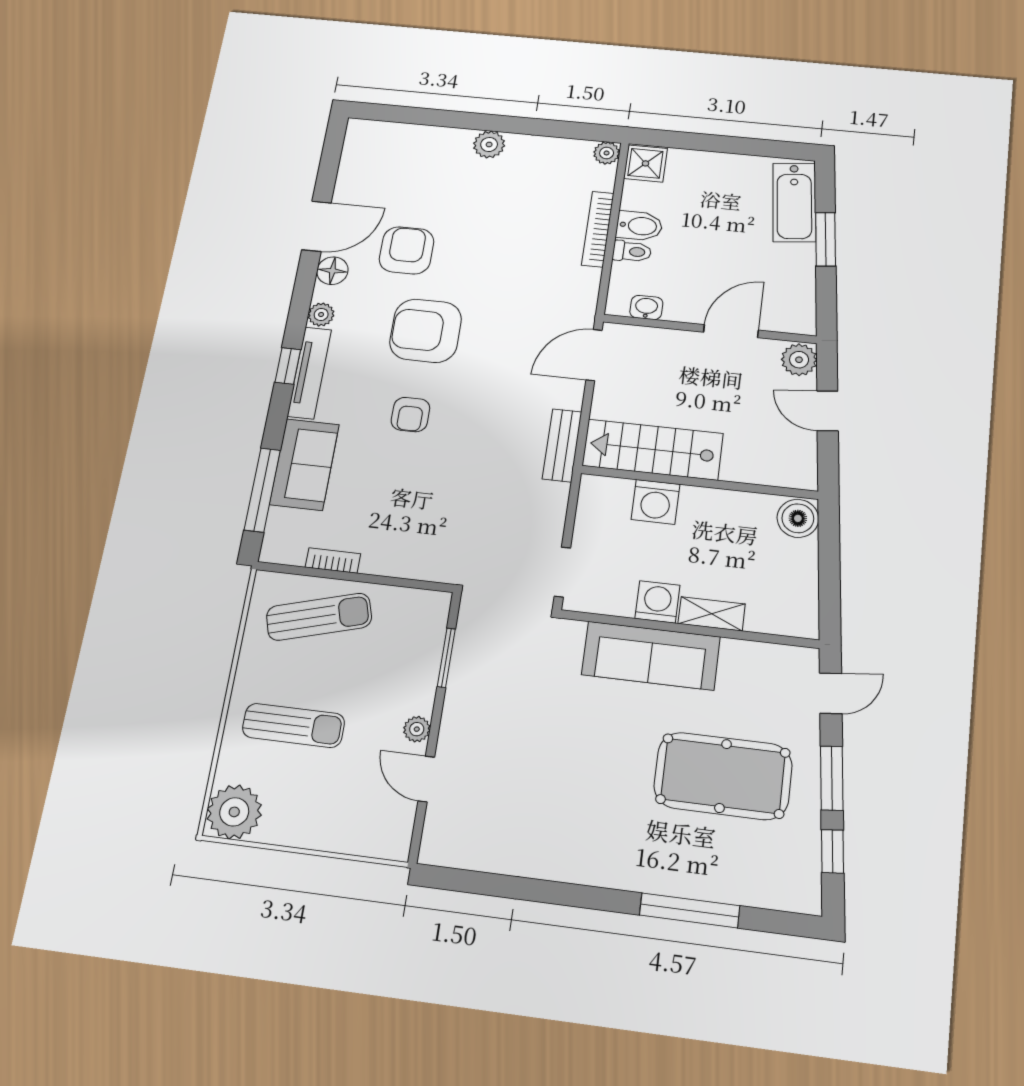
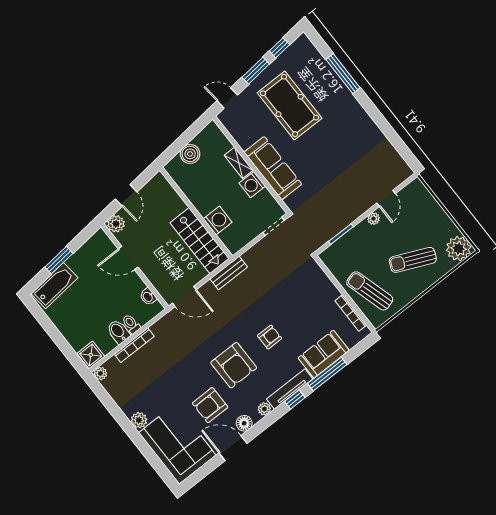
corner sofa: (403, 163) -> (177, 444), added
window: (262, 490) -> (327, 374), moved
boiler: (798, 518) -> (190, 154), moved
bookcase: (333, 560) -> (351, 313), width x1.56
sun lounger: (293, 725) -> (413, 260), turned -66

